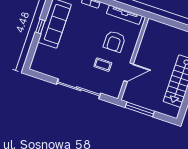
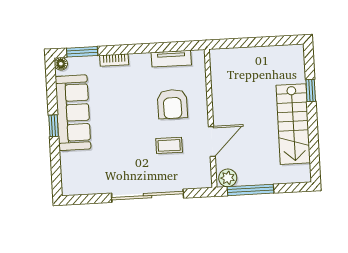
tv unit: (124, 15) -> (171, 59), width x0.71
plant: (129, 97) -> (228, 178), added

